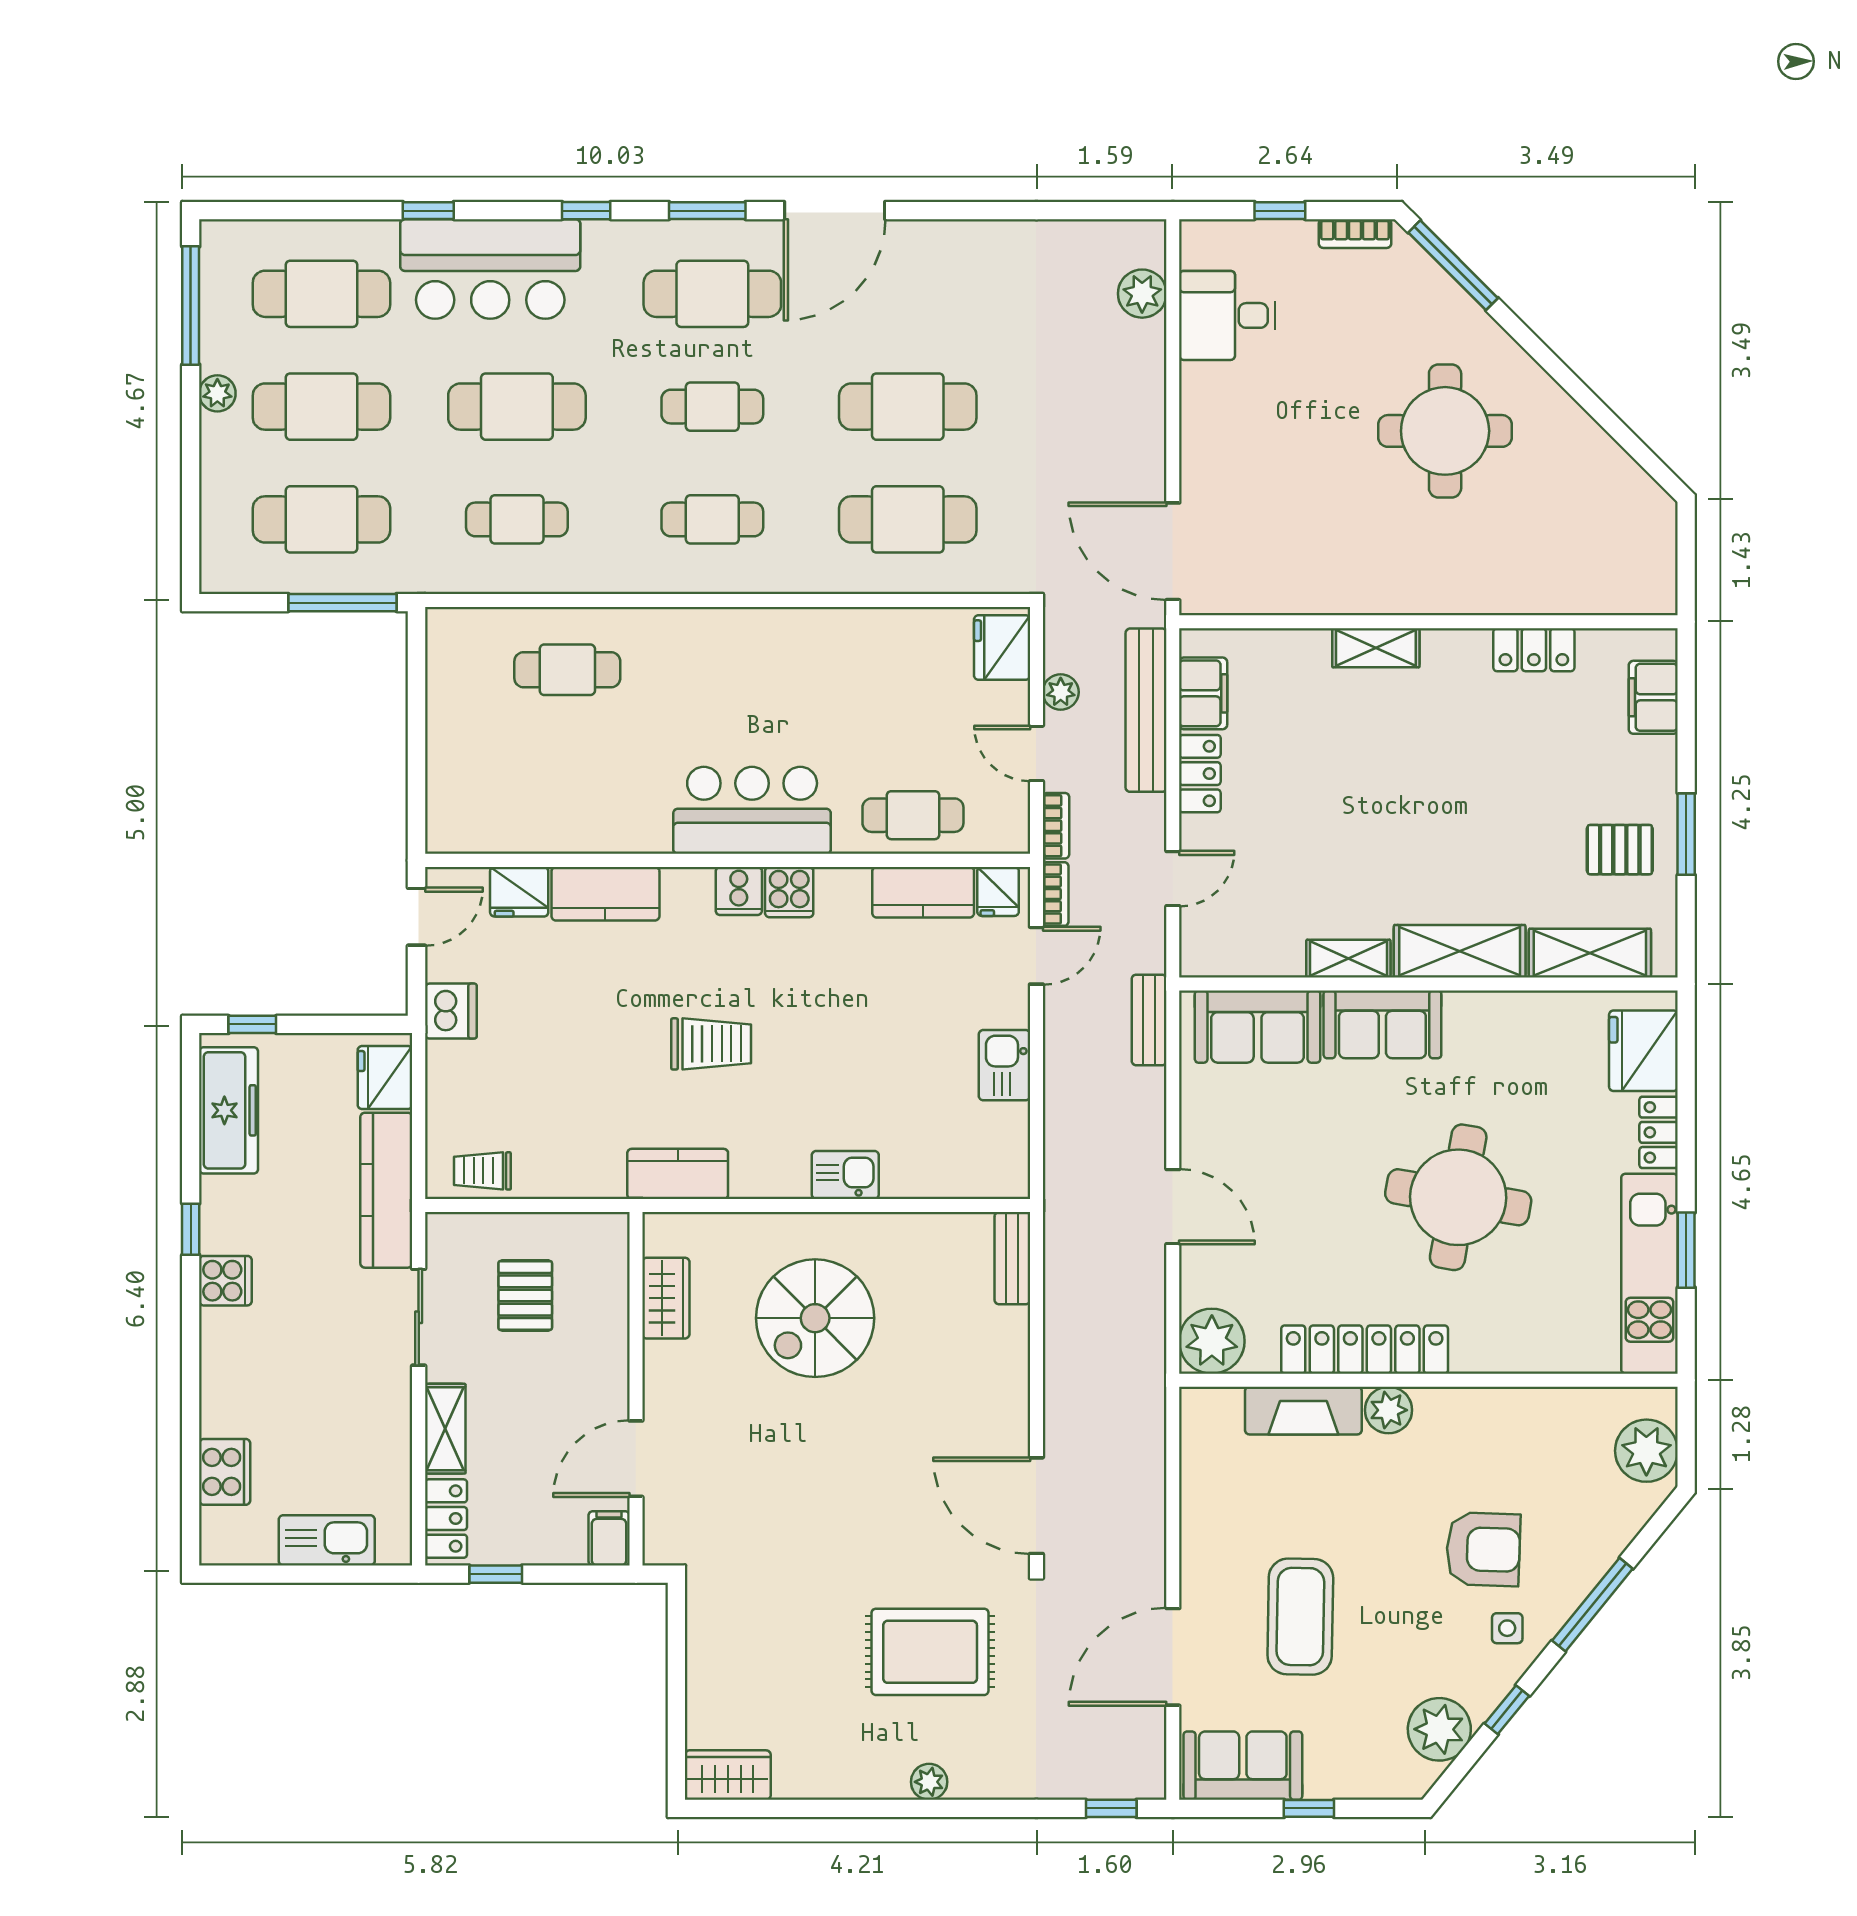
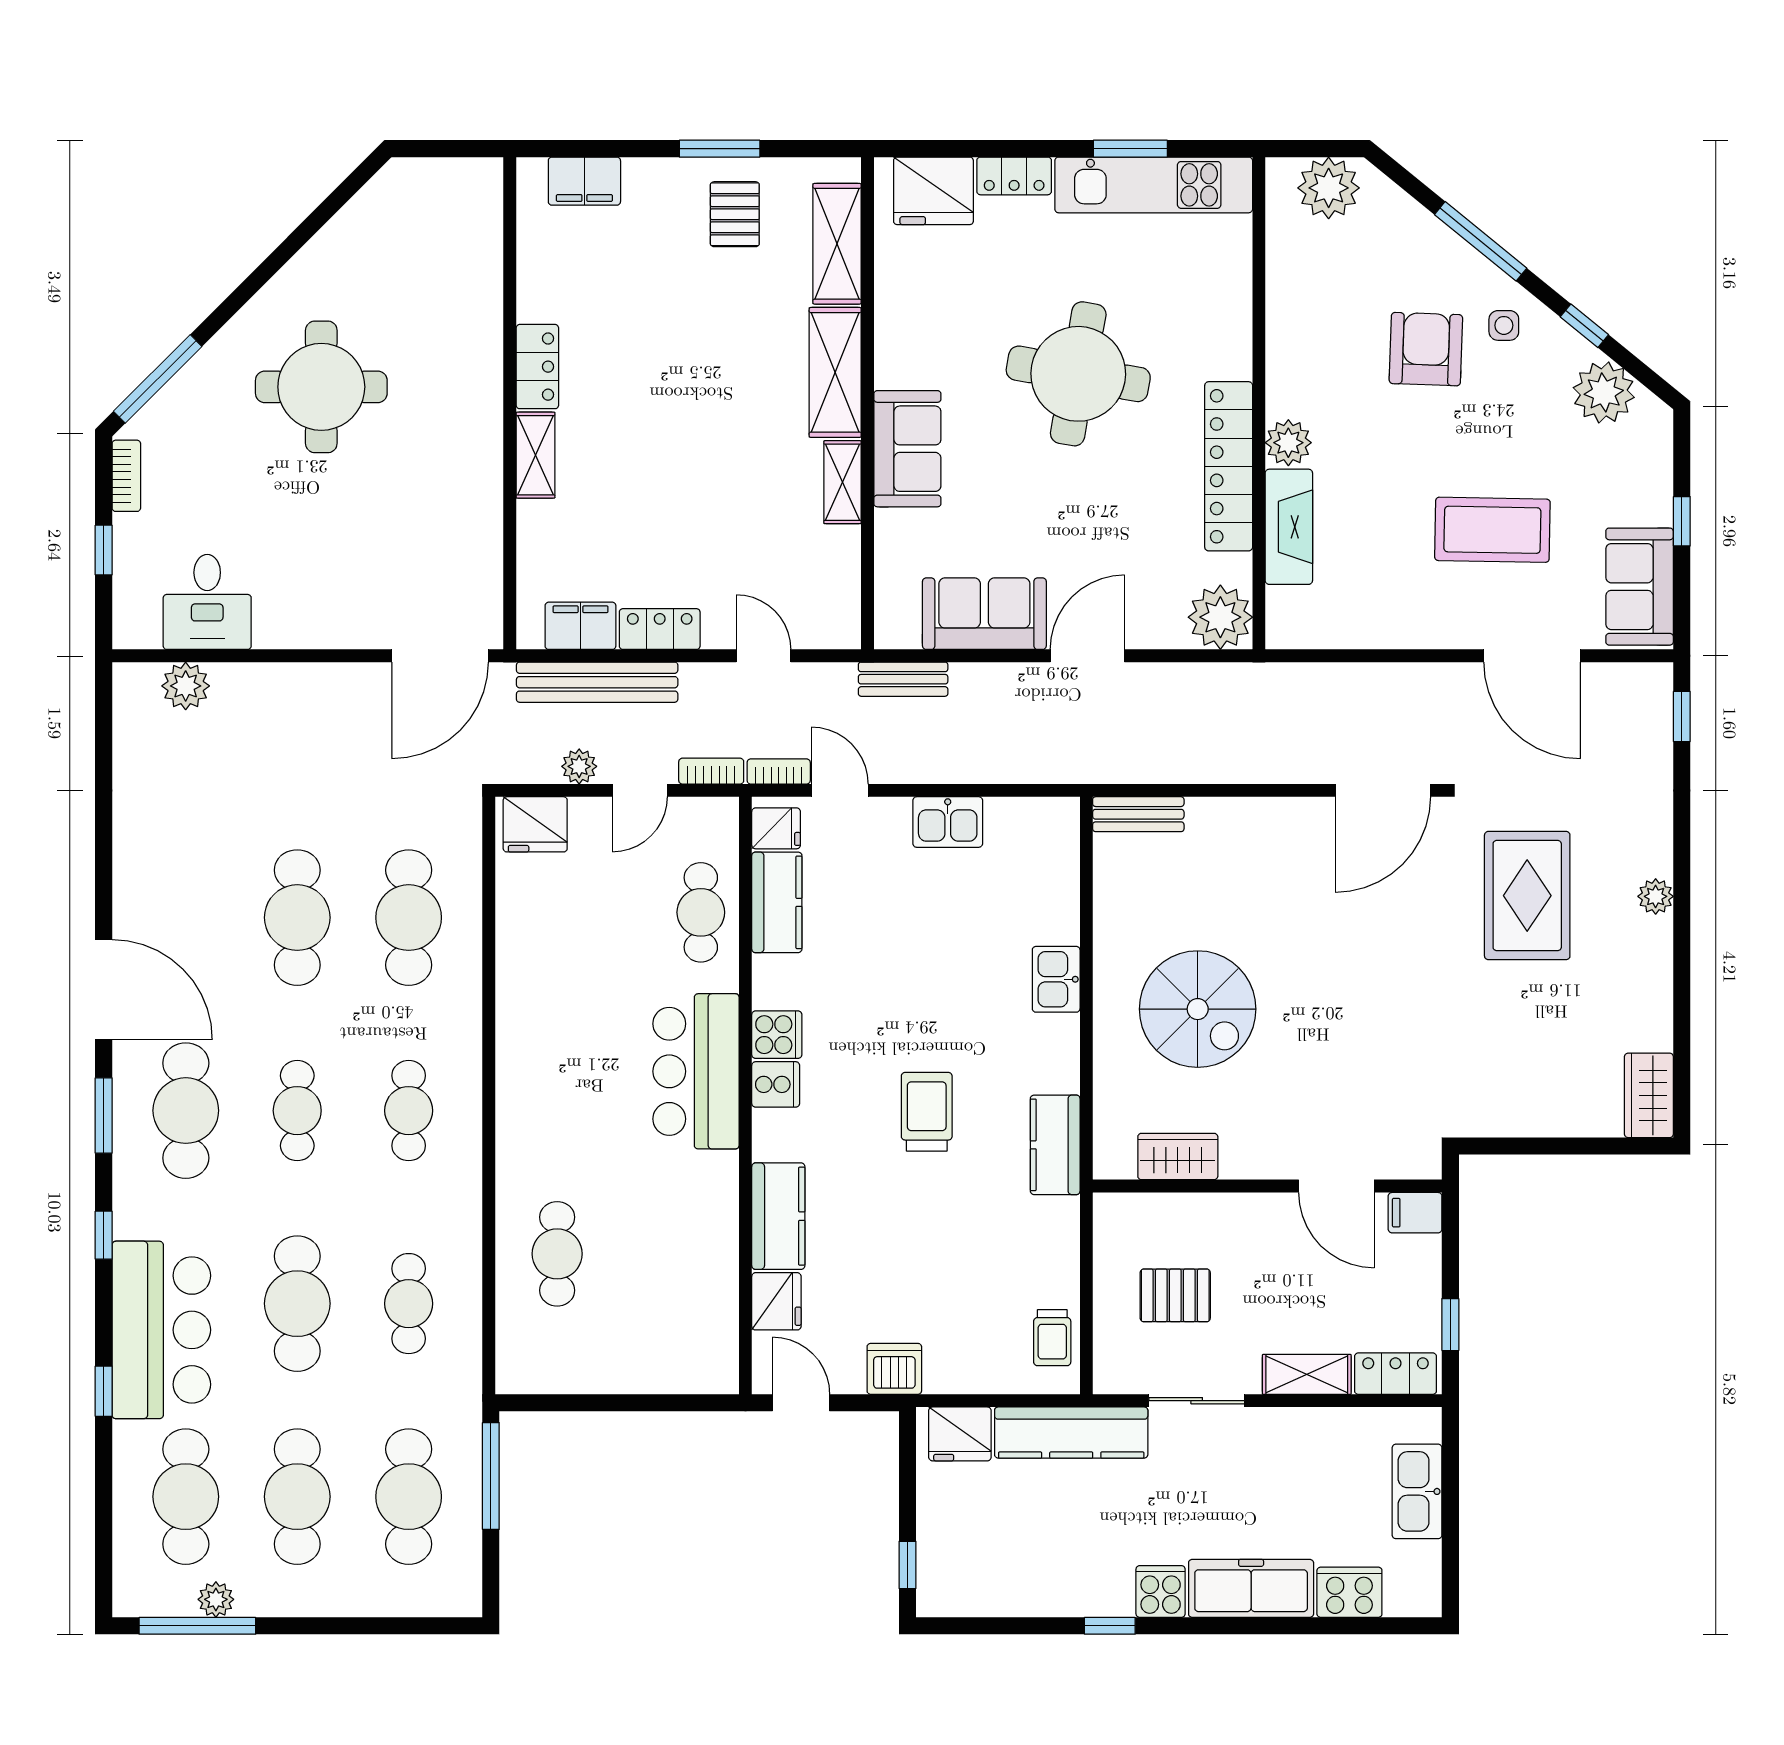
plant: (217, 393) -> (216, 1599), moved
locker: (1534, 650) -> (537, 367), moved
sofa: (1258, 1027) -> (984, 614), moved, turned -90
freezer: (229, 1110) -> (1251, 1588), moved

